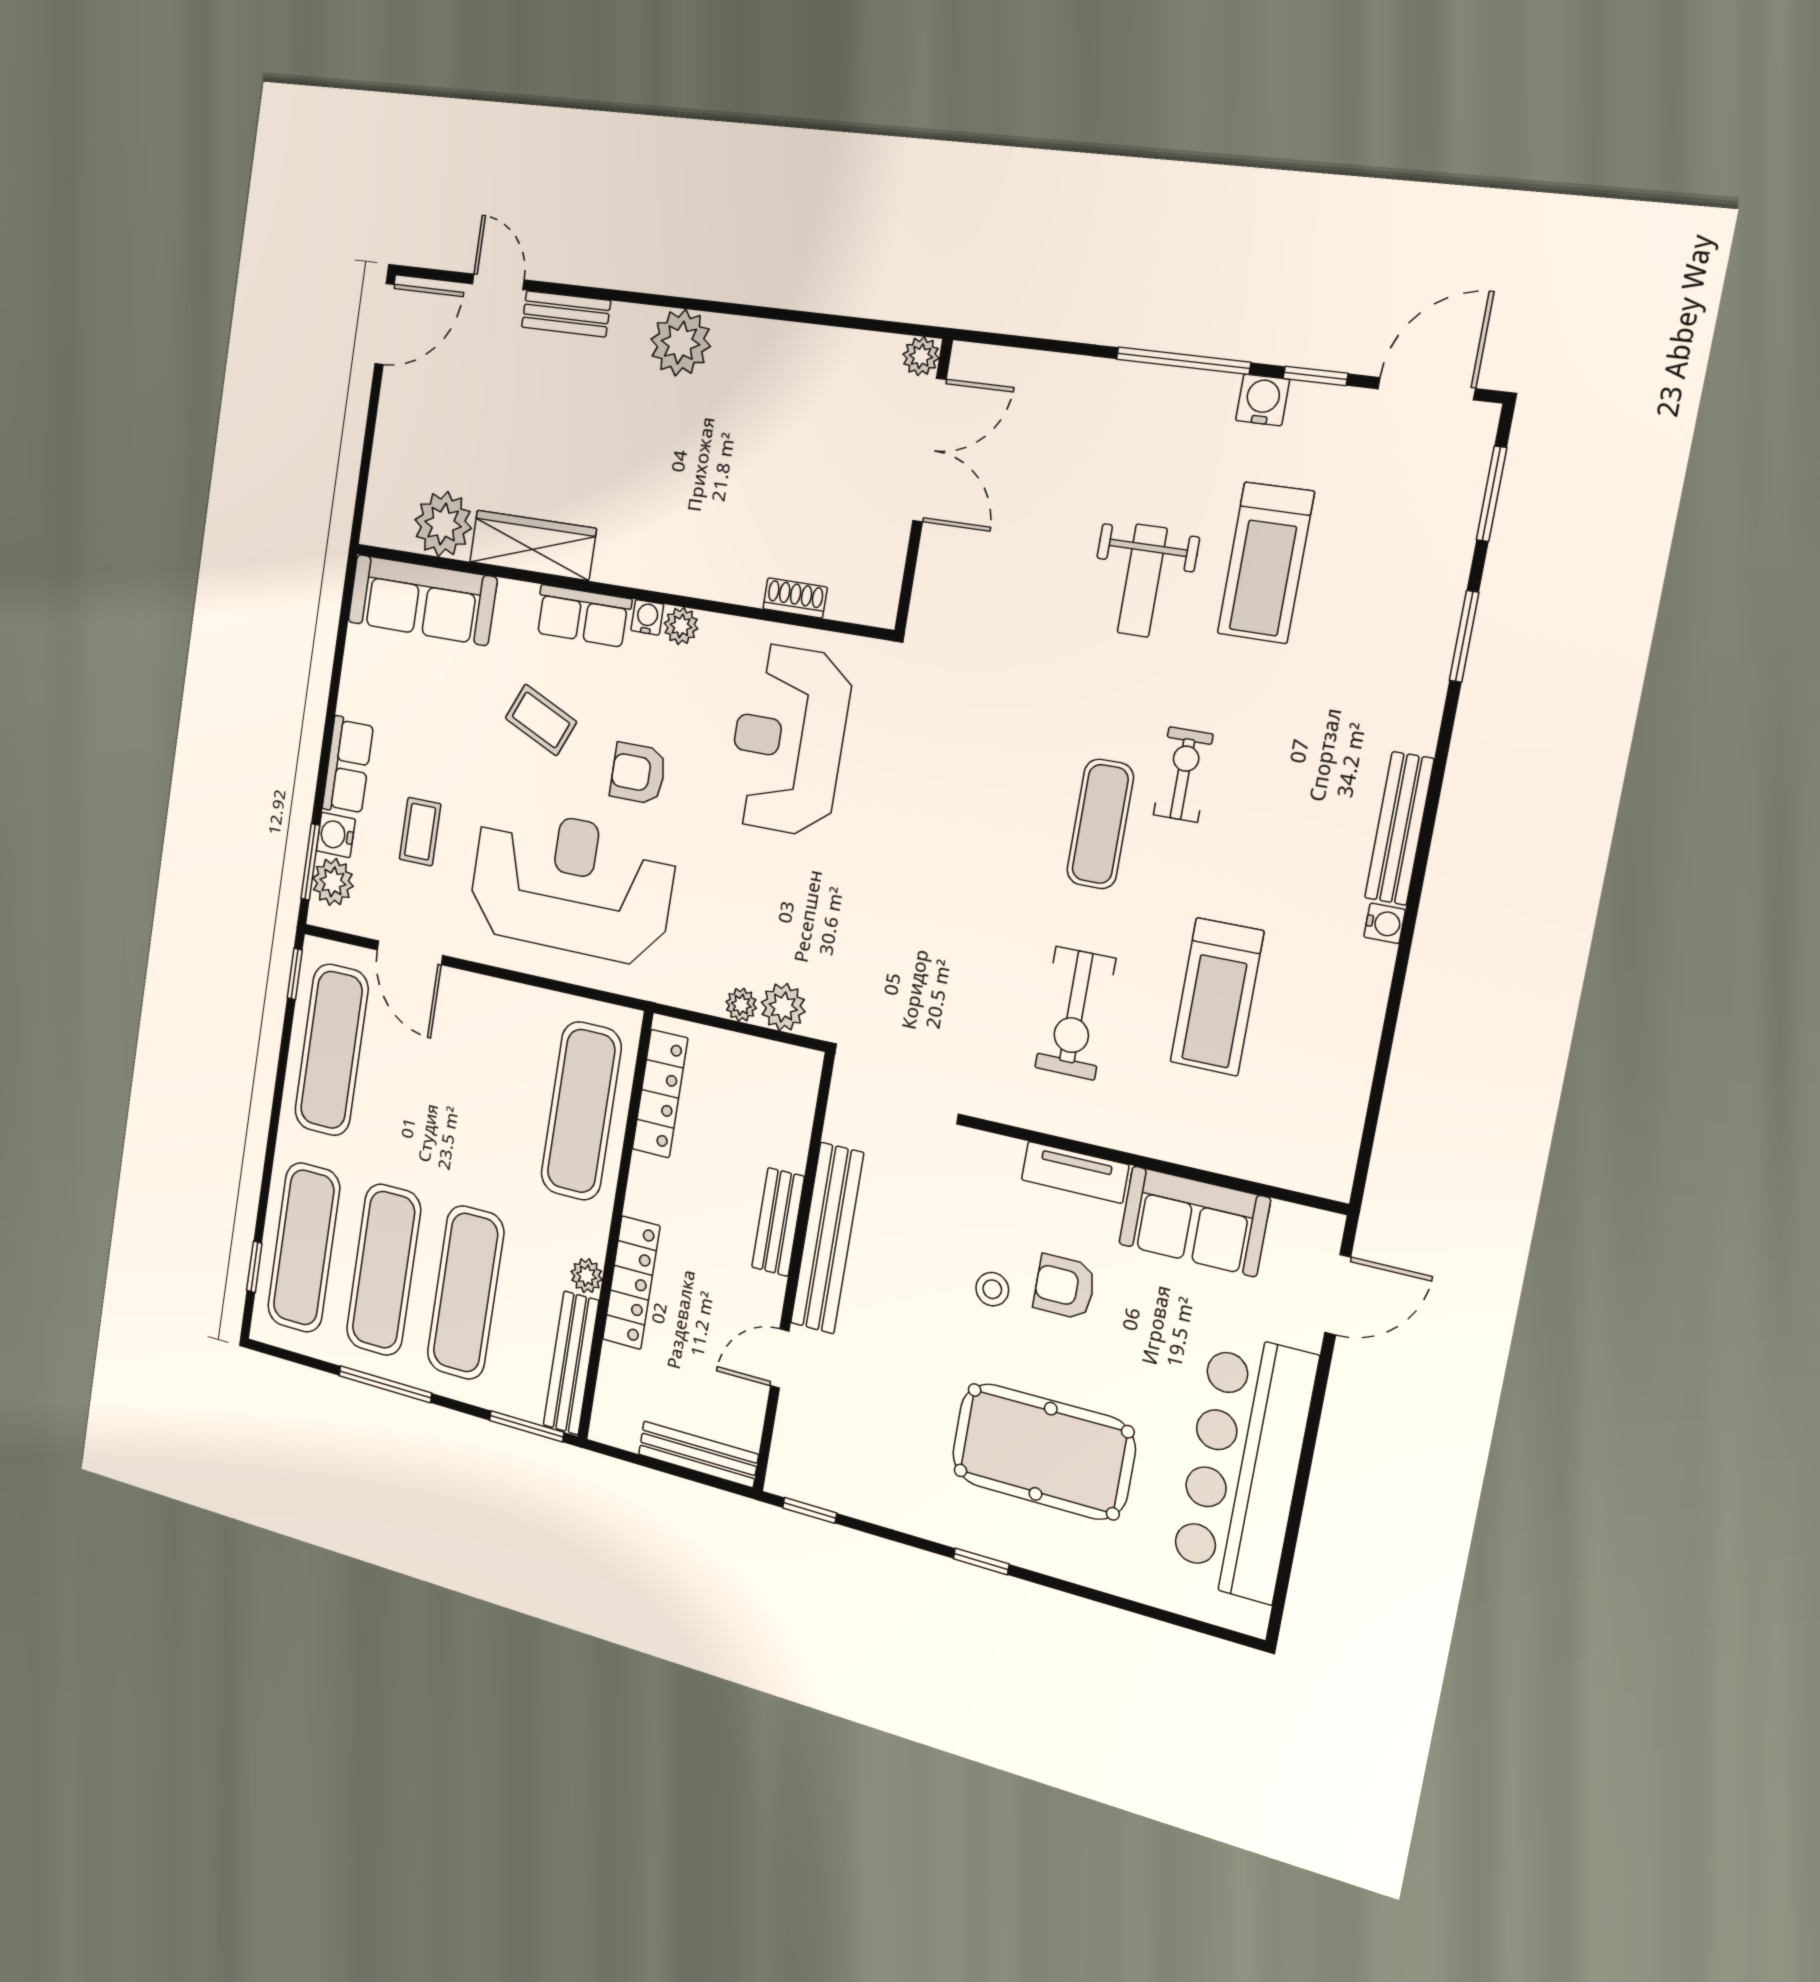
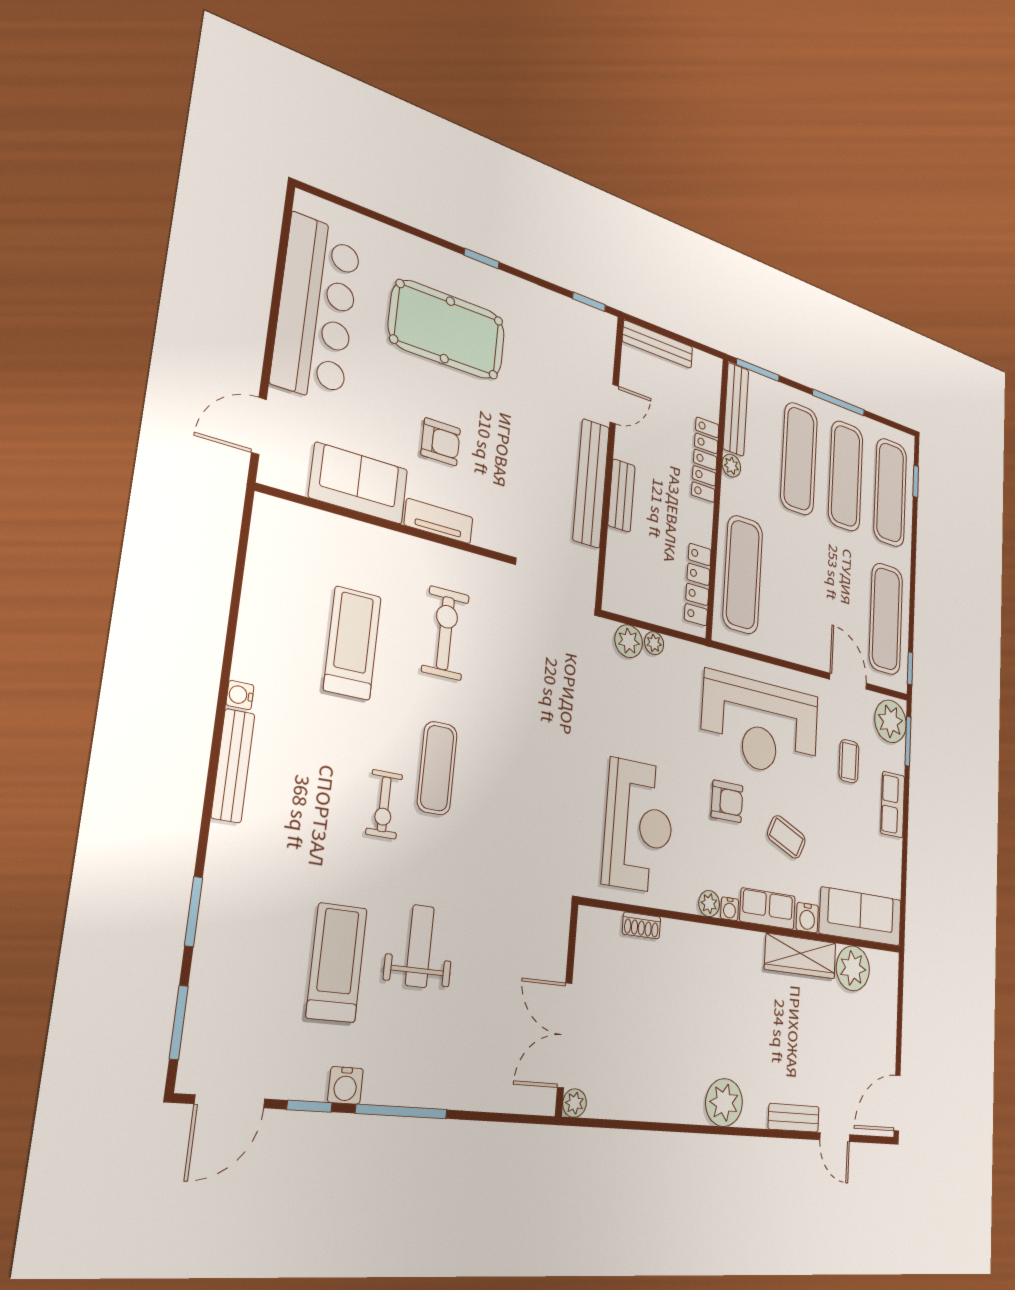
water cooler: (336, 835) -> (807, 918), moved, turned 90
plant: (333, 882) -> (891, 721), width x1.36, depth x1.36
stool: (992, 1289) -> (486, 443), removed

